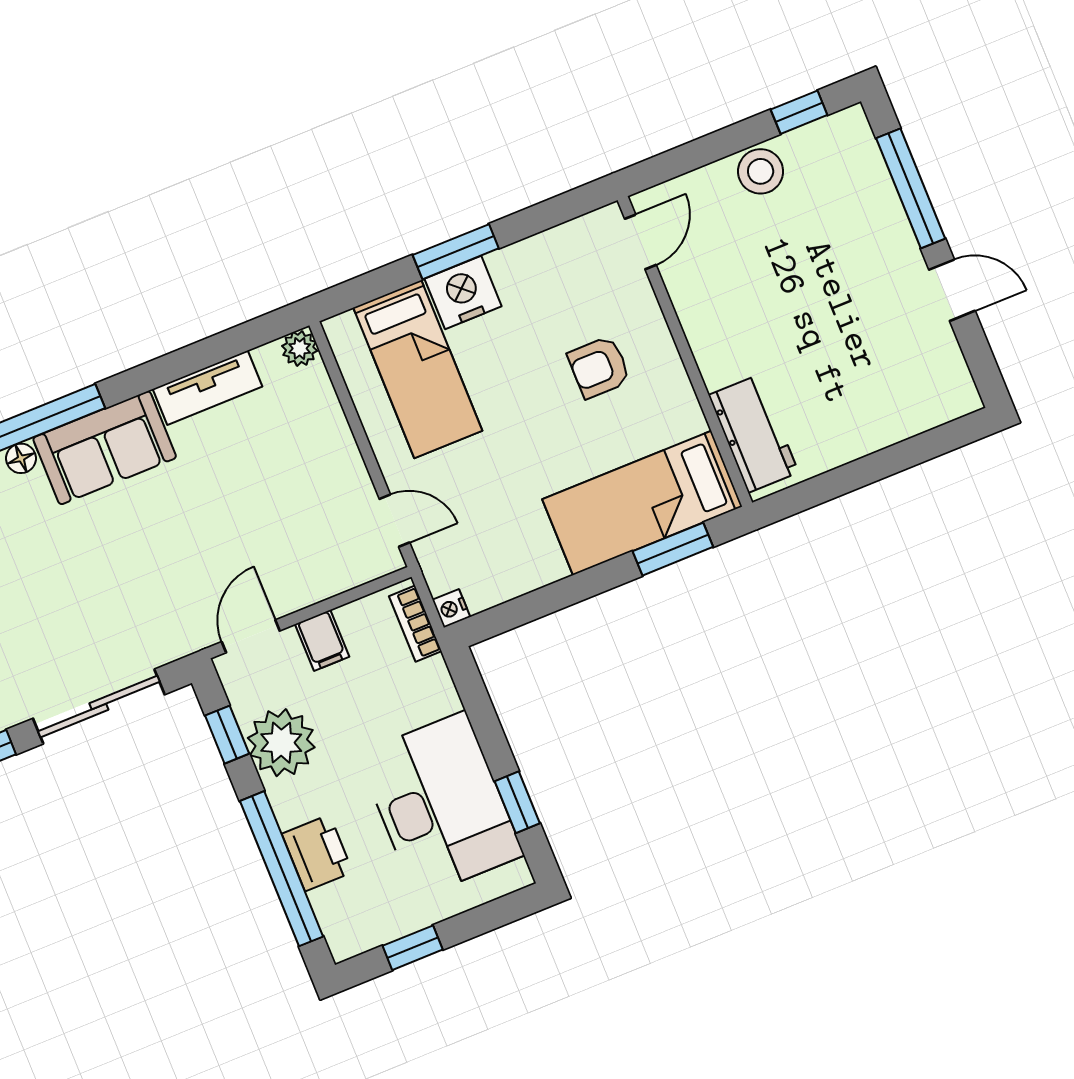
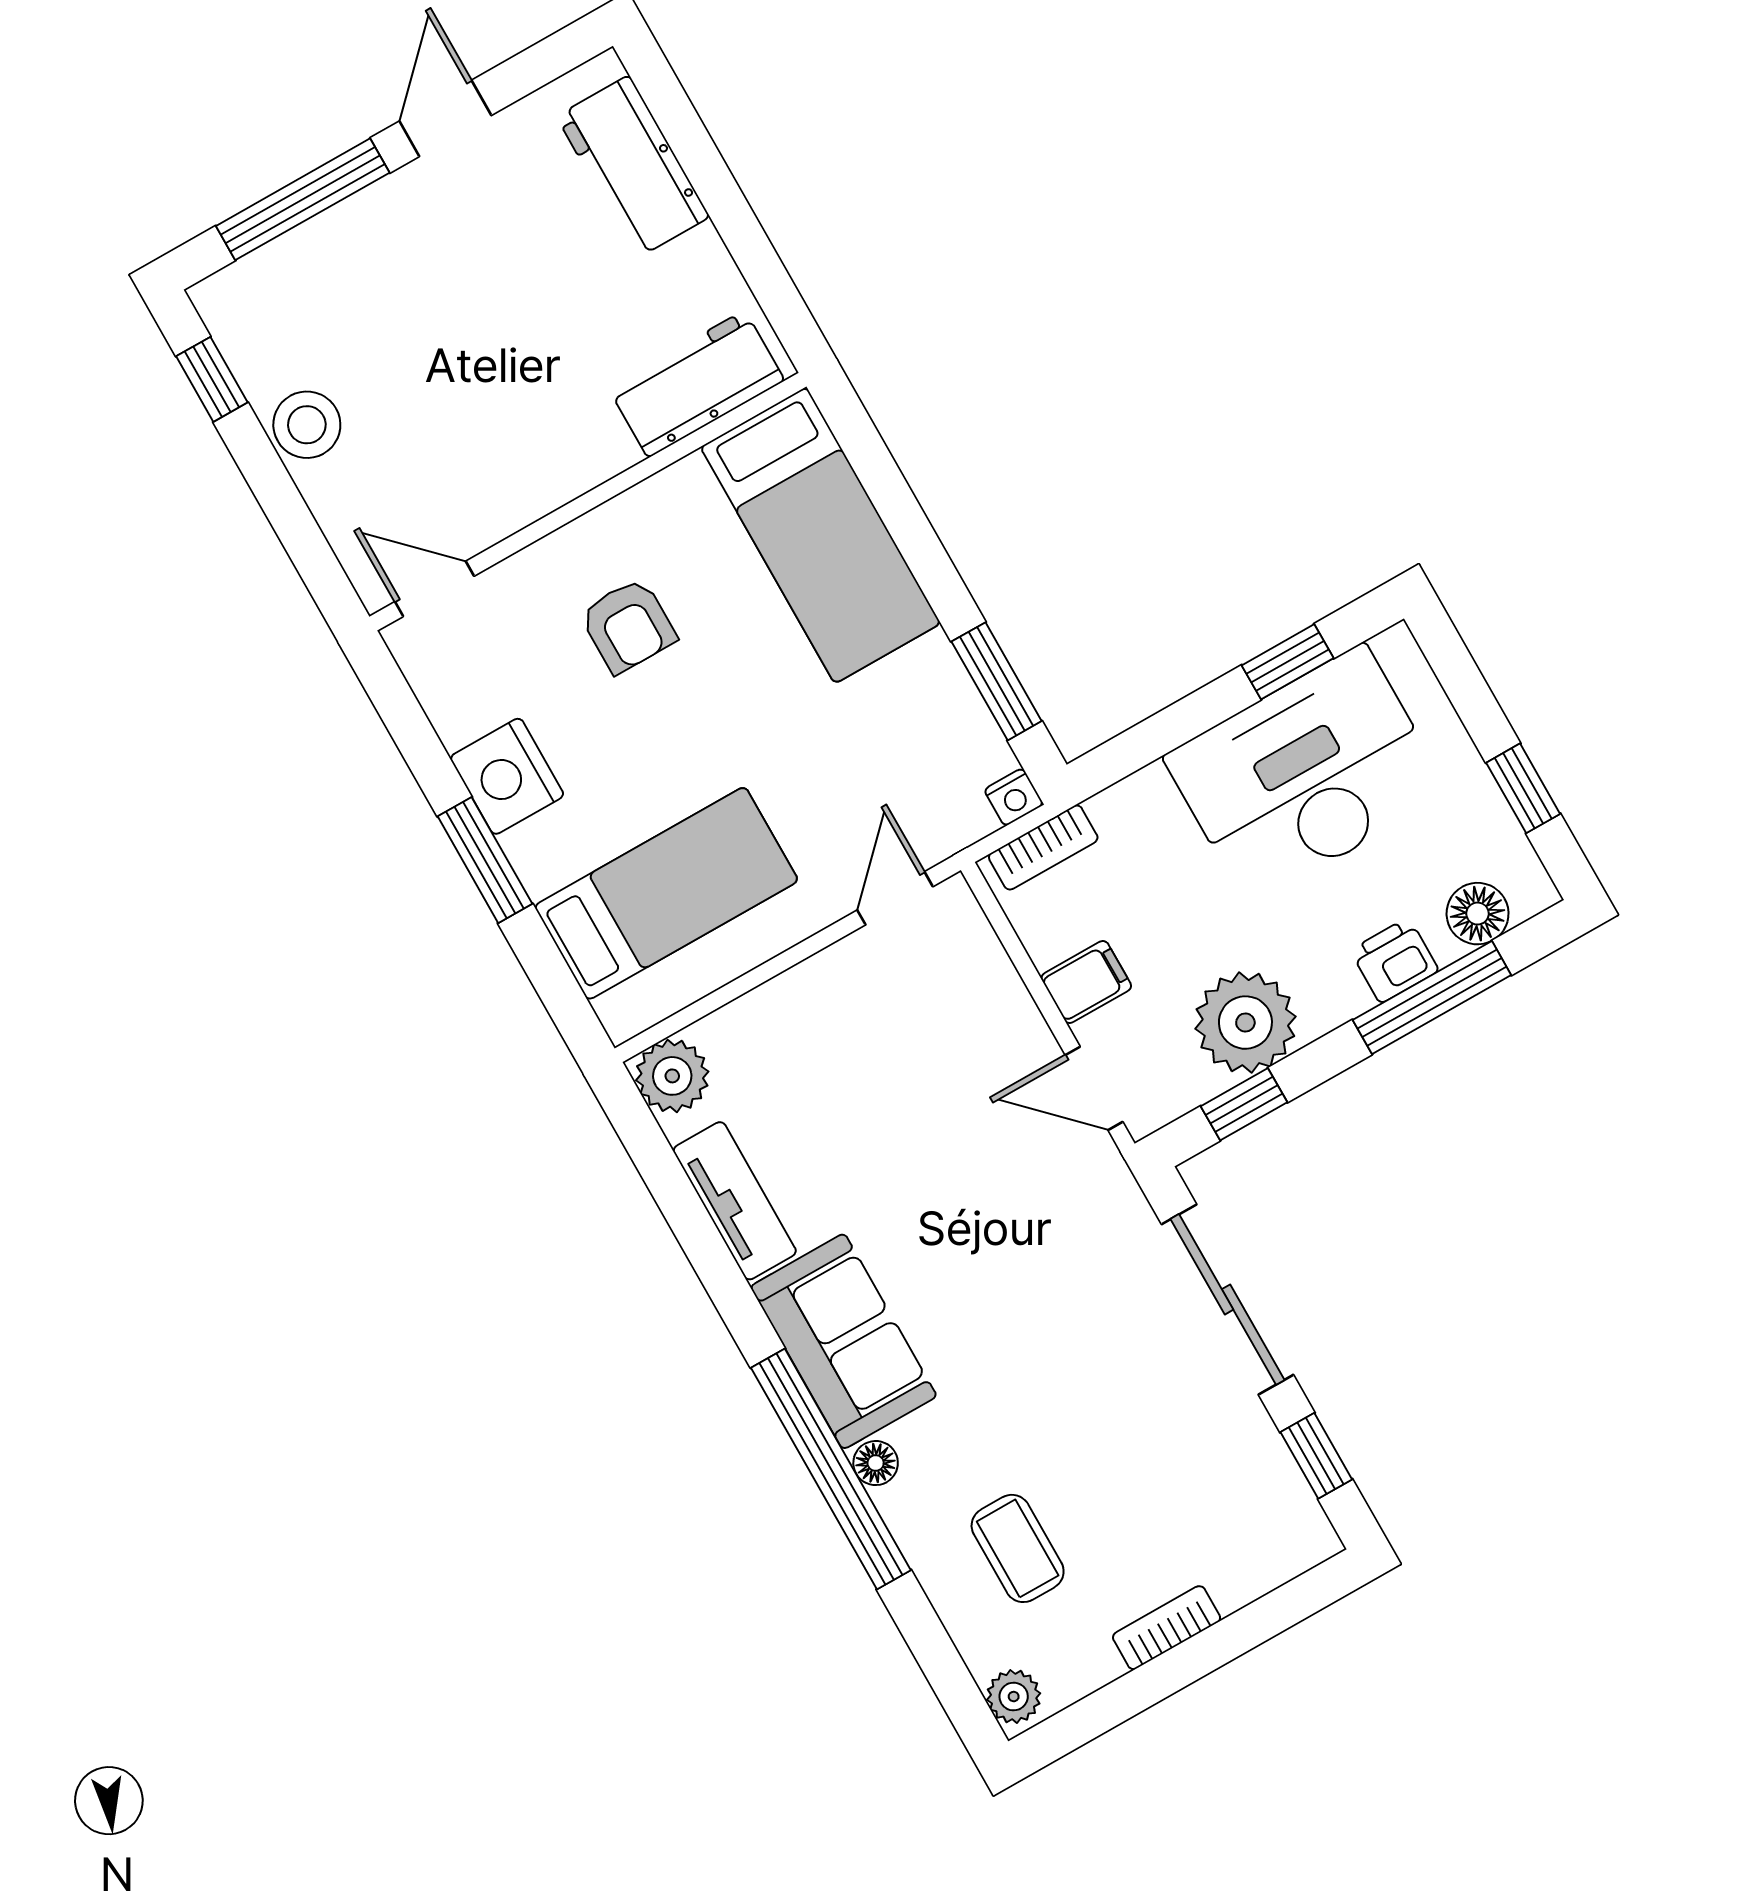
nightstand: (463, 292) -> (507, 776), moved
plant: (300, 348) -> (672, 1076), width x1.38, depth x1.38
workbench: (904, 411) -> (633, 167), added
window: (673, 549) -> (997, 681), moved
printer: (317, 853) -> (1395, 960), width x0.73, depth x0.81
window: (282, 869) -> (1432, 998), width x0.68
floor lamp: (333, 906) -> (1478, 914), added

